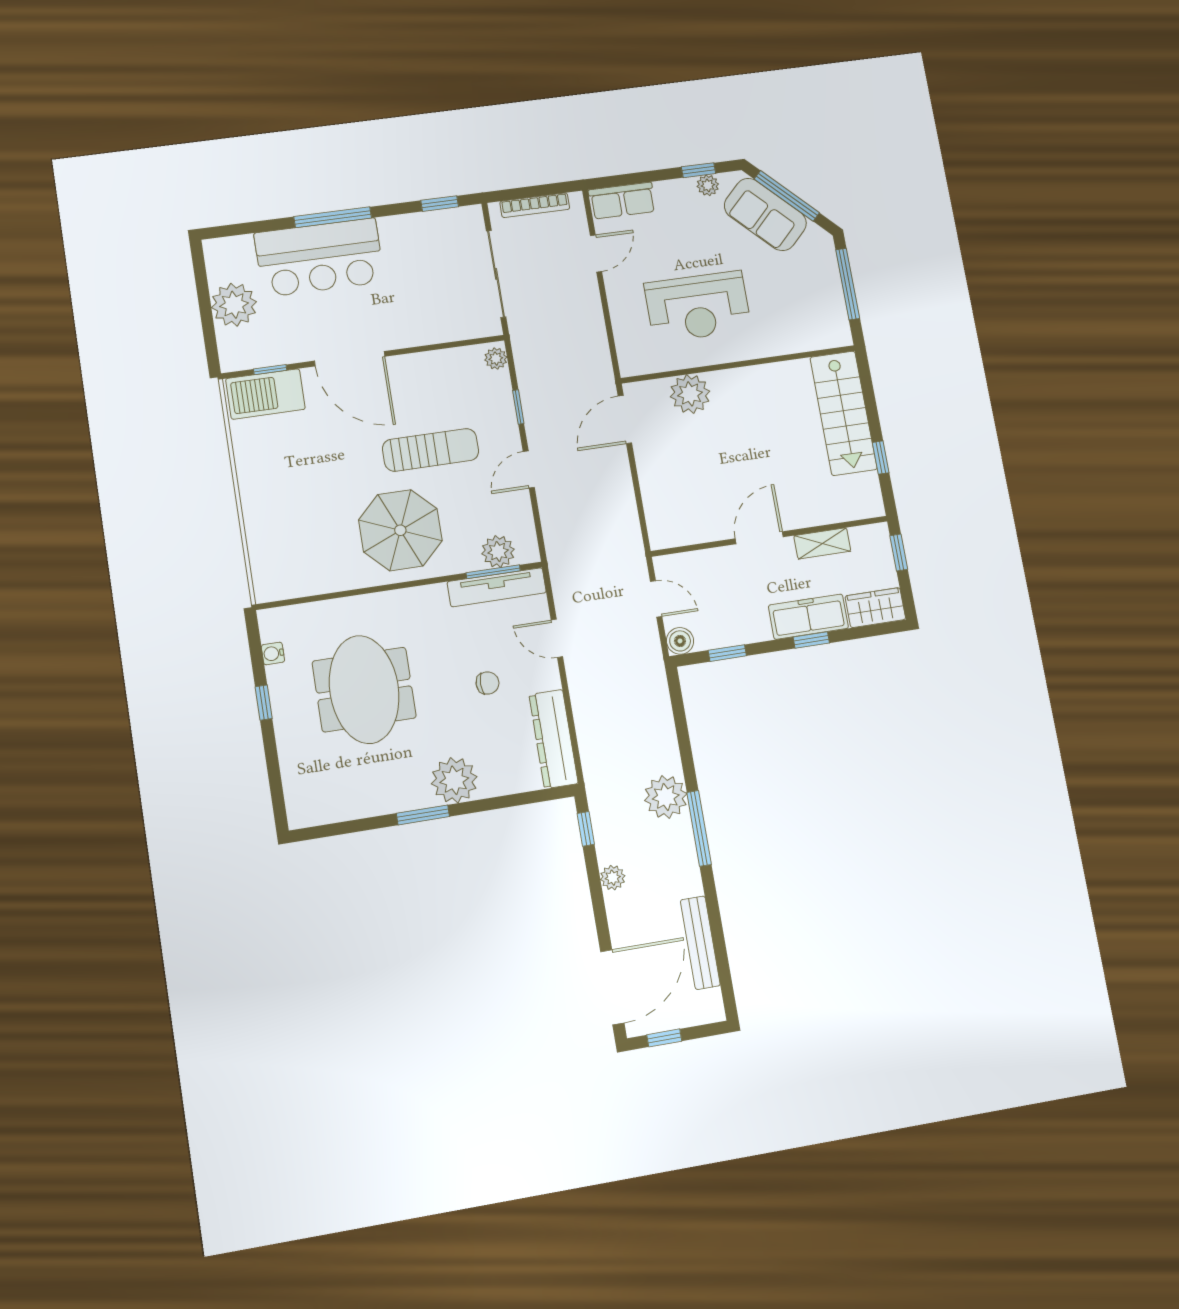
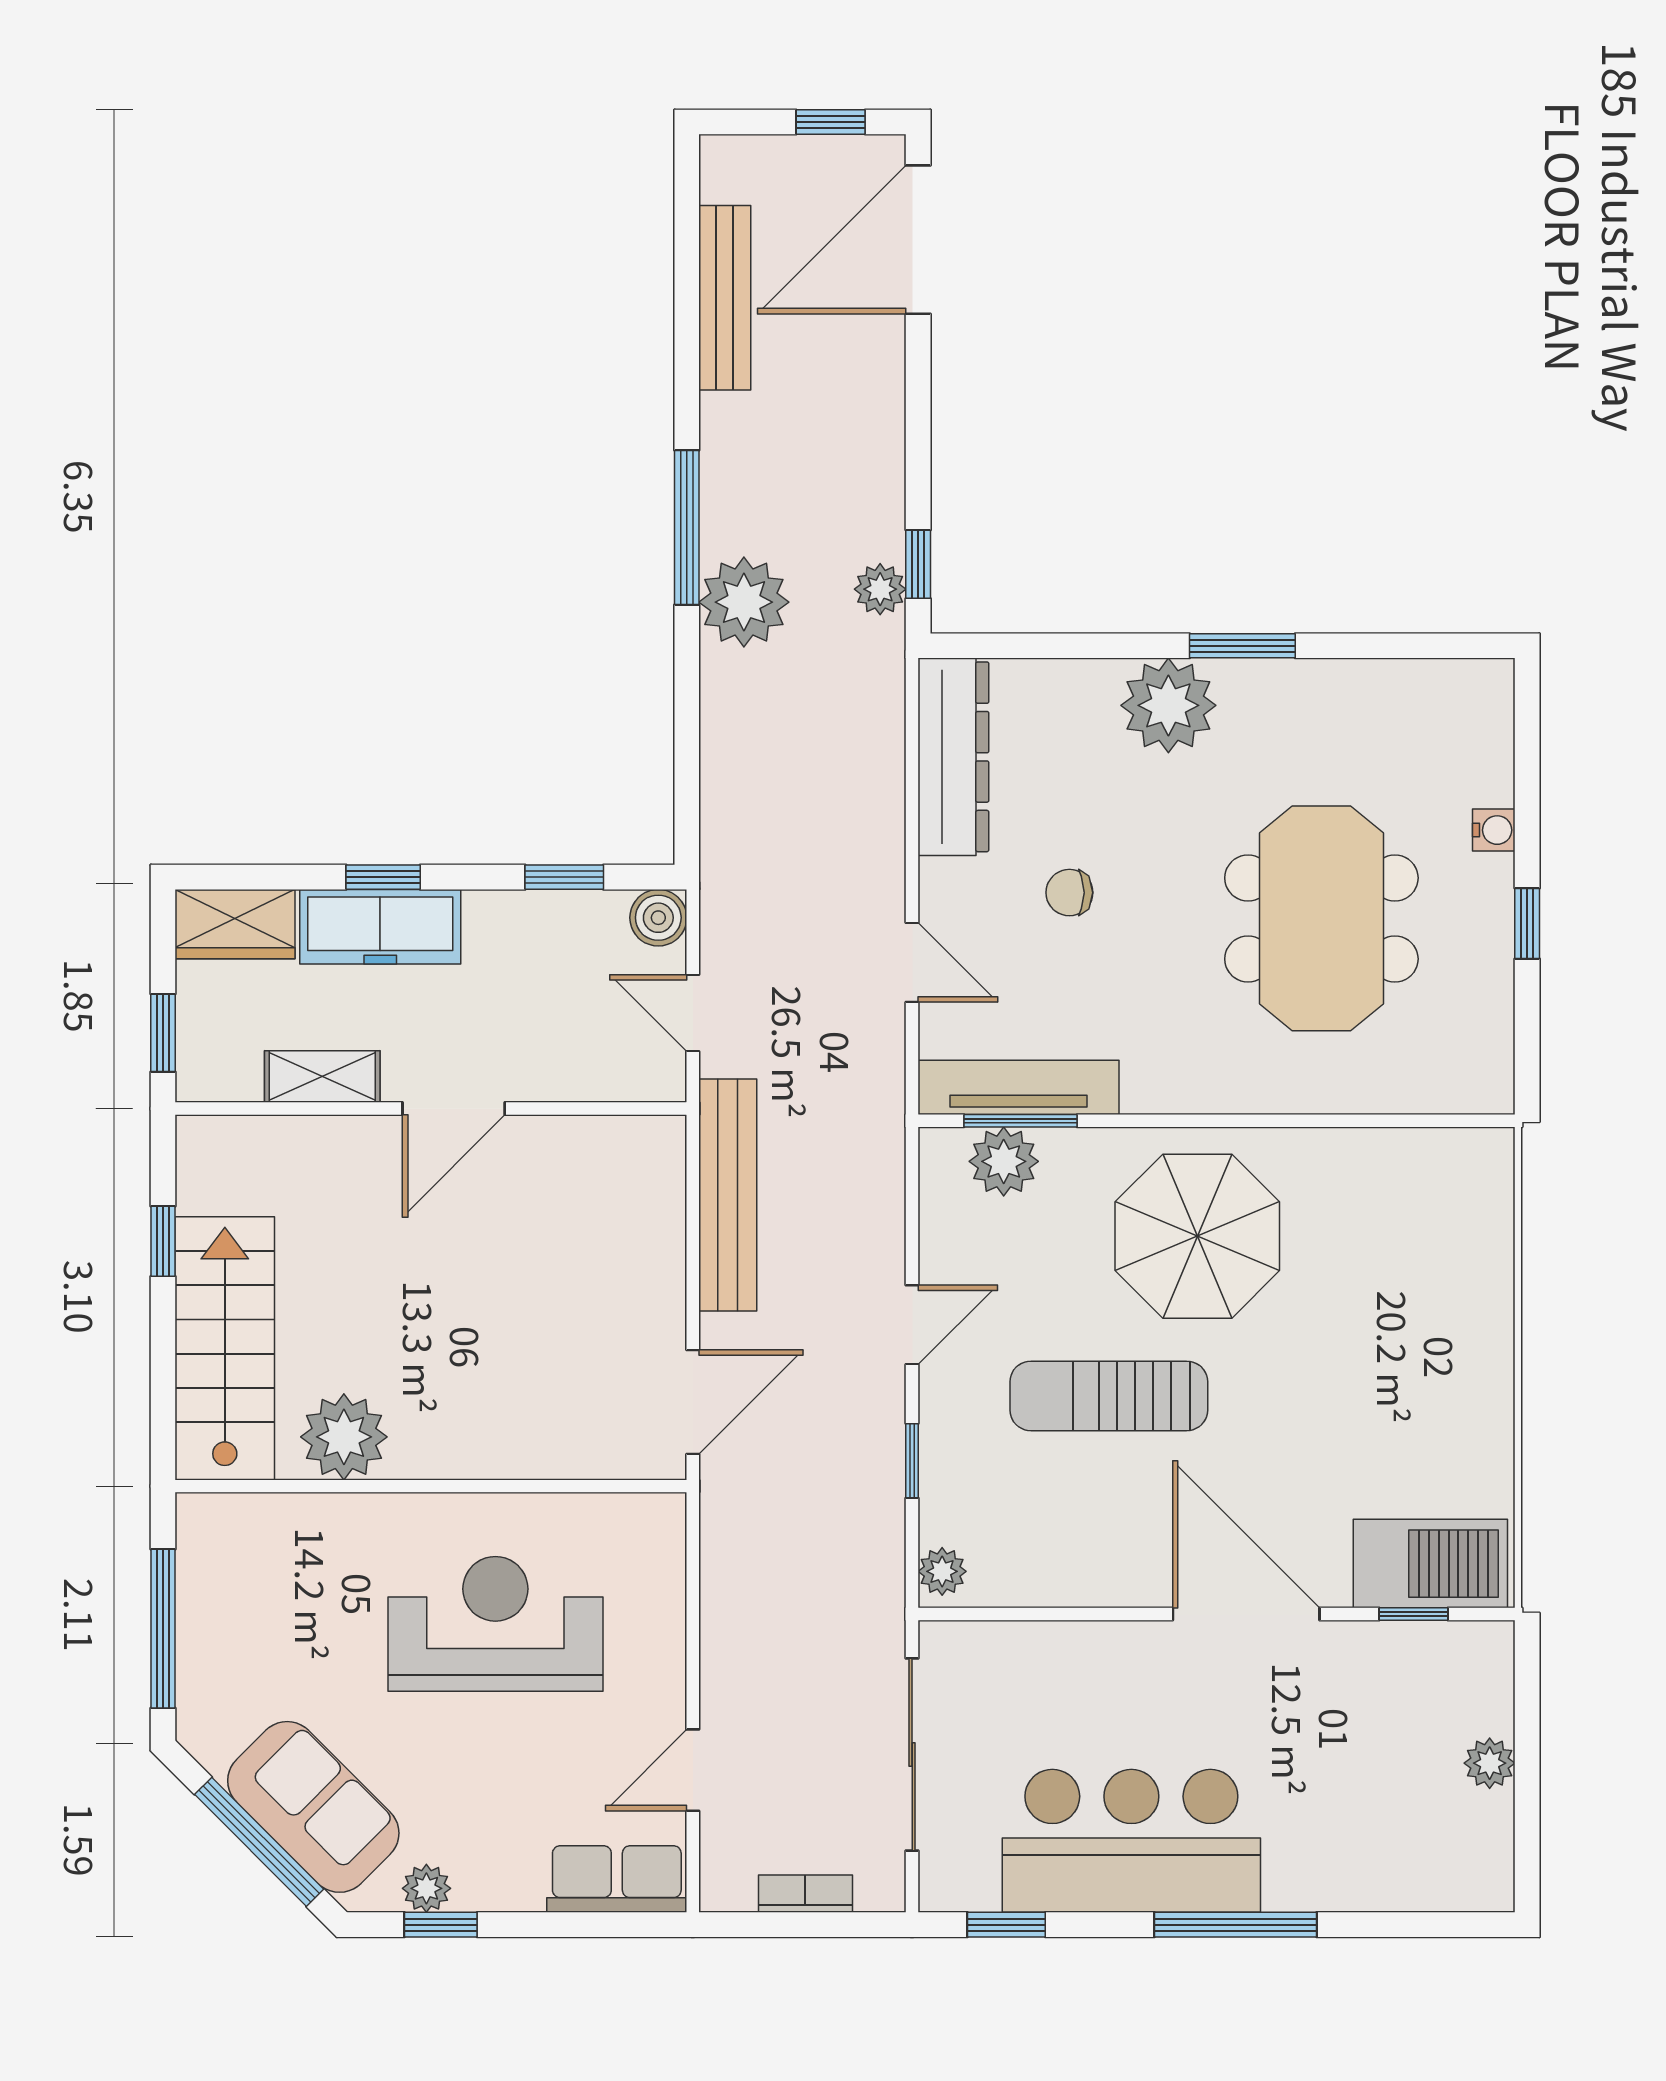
bookcase: (535, 205) -> (805, 1894), width x0.64
bar counter: (320, 257) -> (1131, 1841), moved
plant: (234, 305) -> (1490, 1763), width x0.53, depth x0.53
plant: (690, 394) -> (344, 1437), moved
bench: (625, 517) -> (728, 1195), added
water cooler: (273, 653) -> (1494, 830), moved
plant: (613, 878) -> (880, 589), moved

